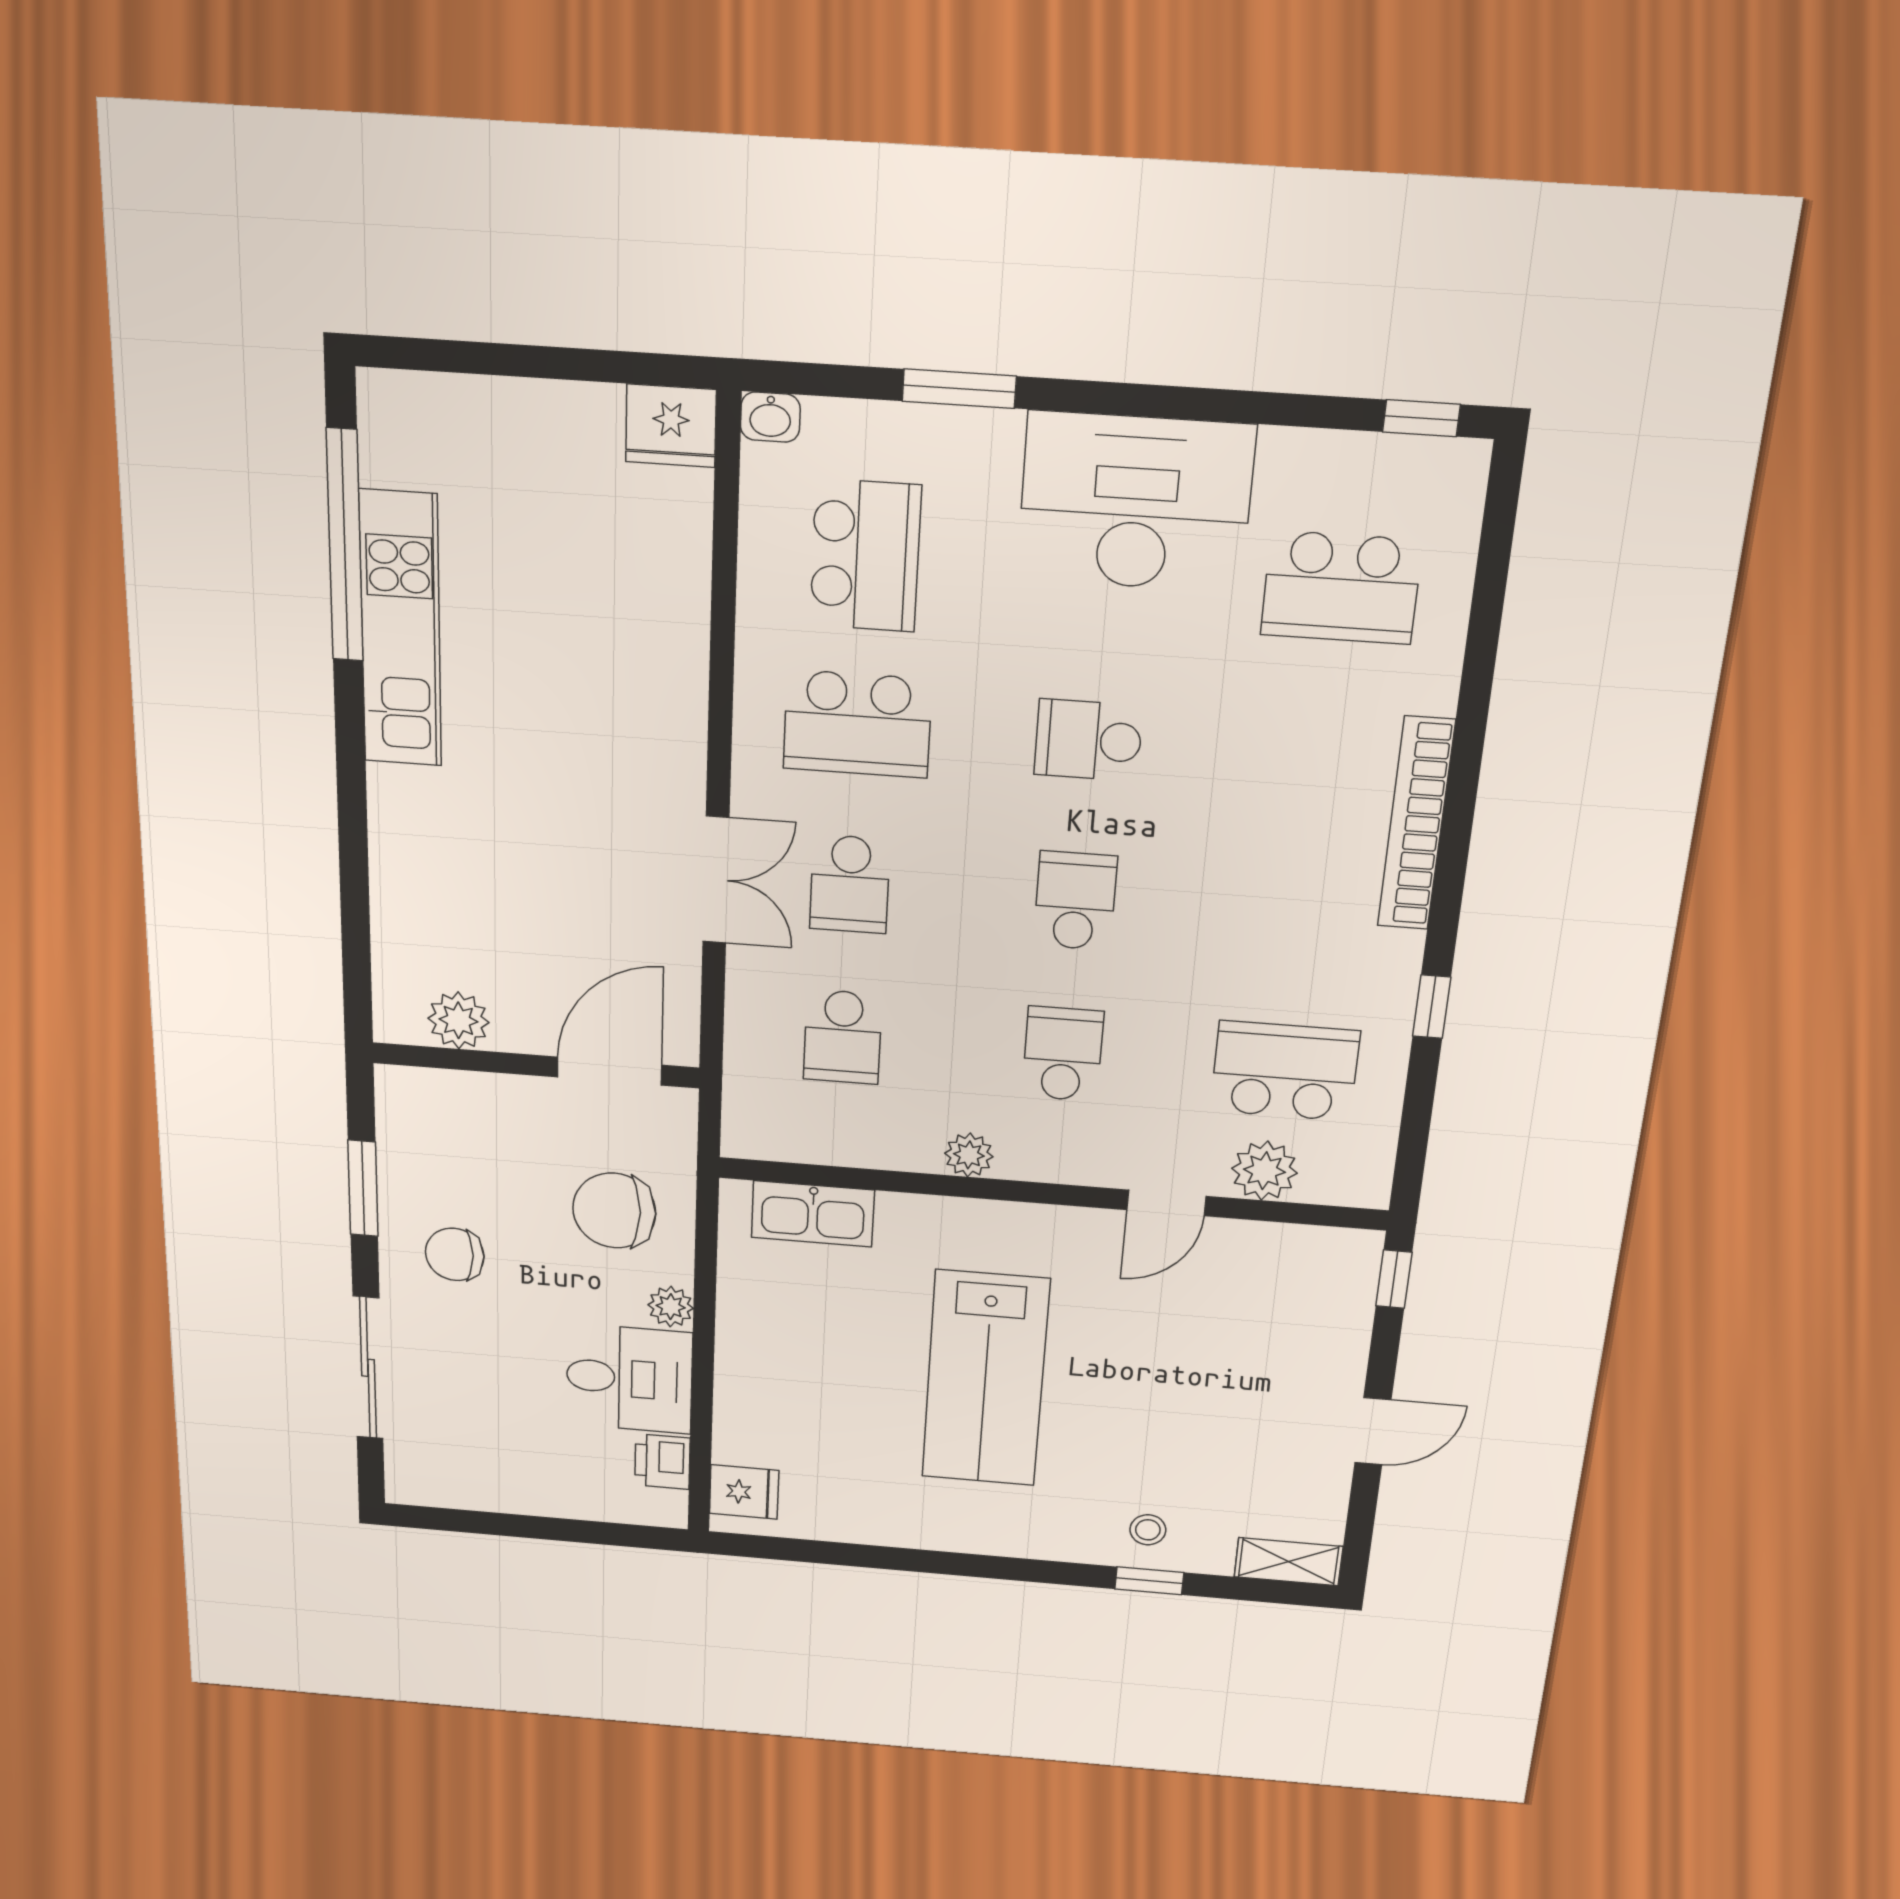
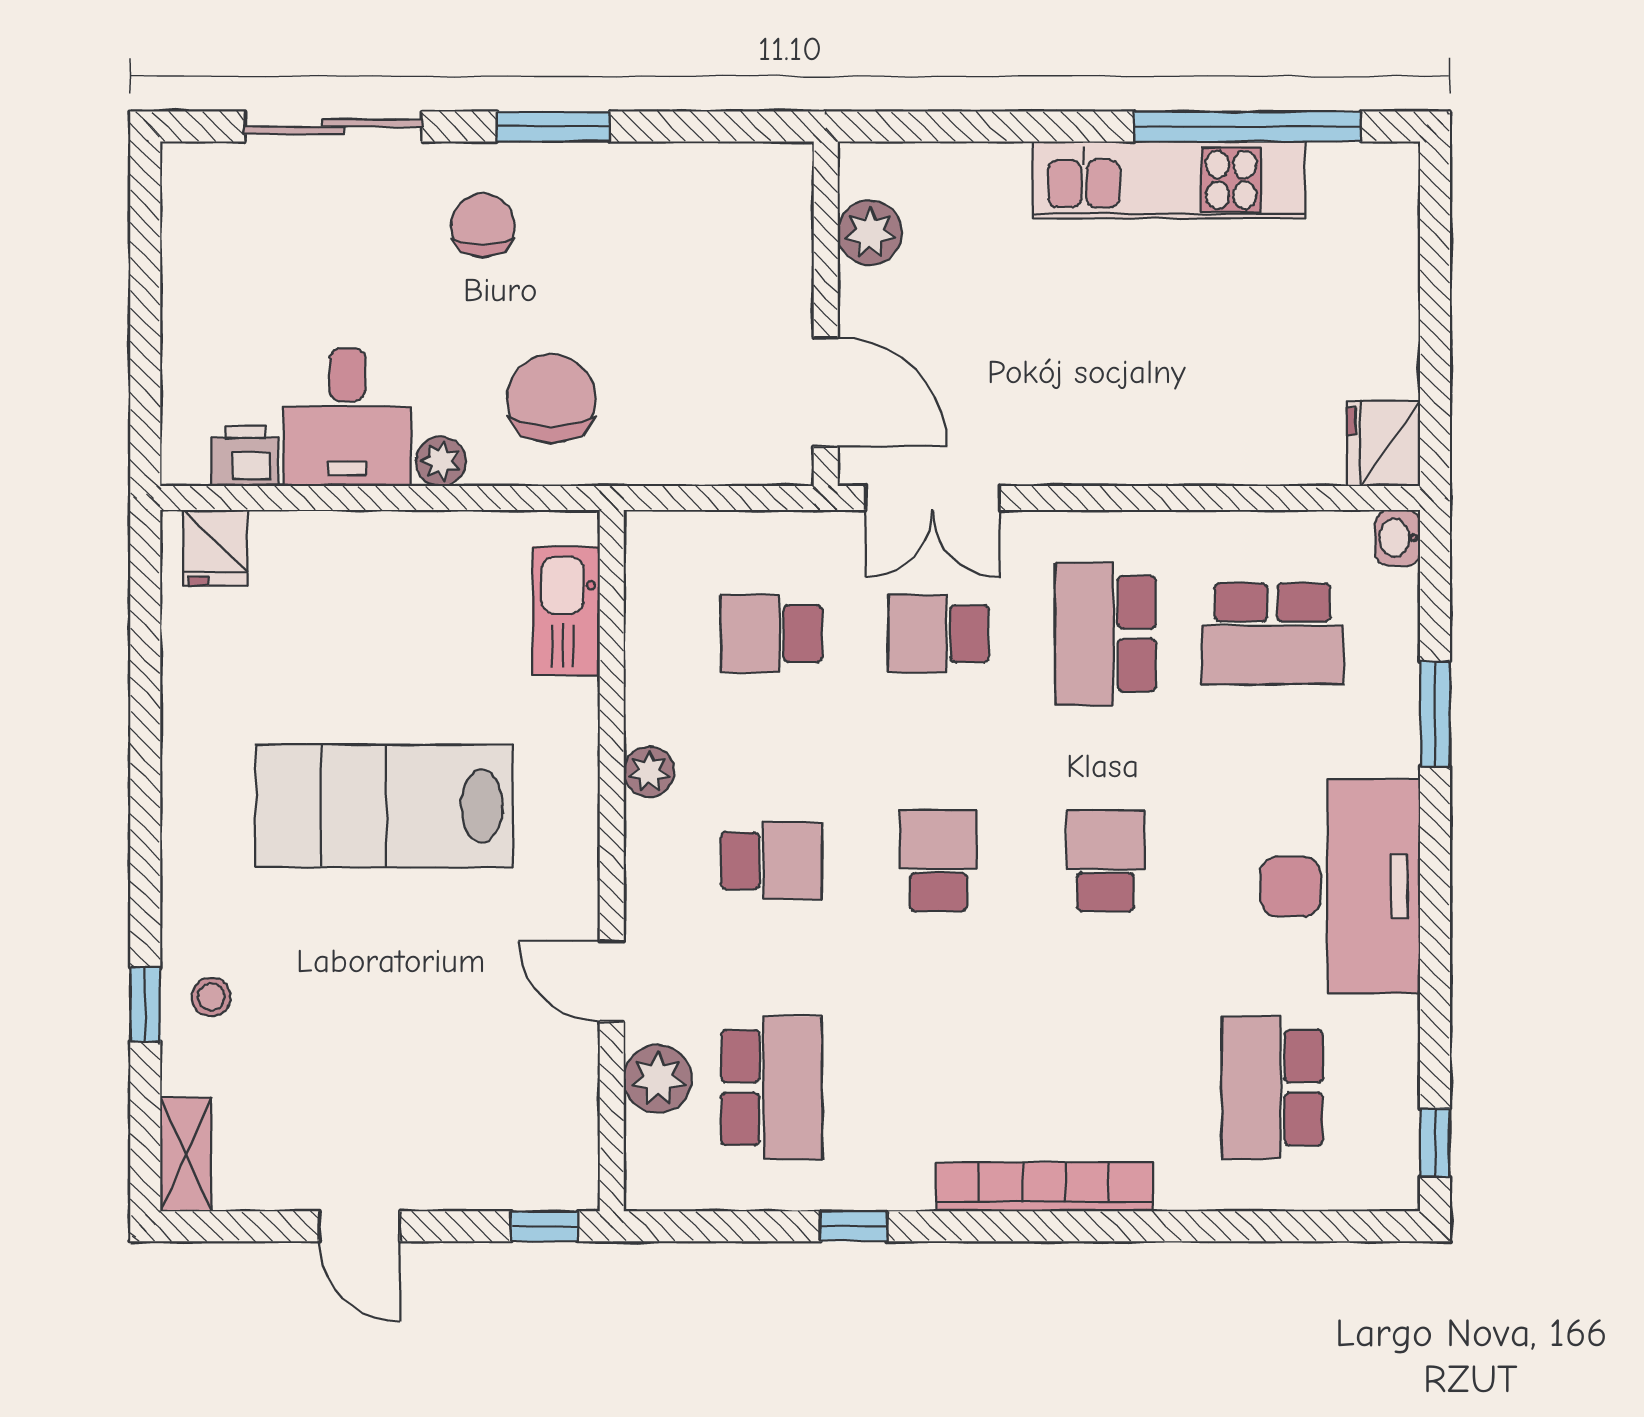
school desk: (1075, 901) -> (938, 861), turned -90
plant: (458, 1020) -> (870, 233), moved
wall: (536, 1065) -> (826, 314), moved
door: (610, 1071) -> (826, 392), moved

